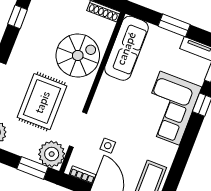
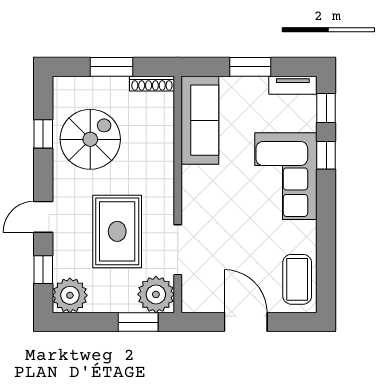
spiral stairs: (78, 55) -> (90, 139), moved
side table: (108, 146) -> (224, 256), removed
bookcase: (82, 175) -> (206, 306), removed

